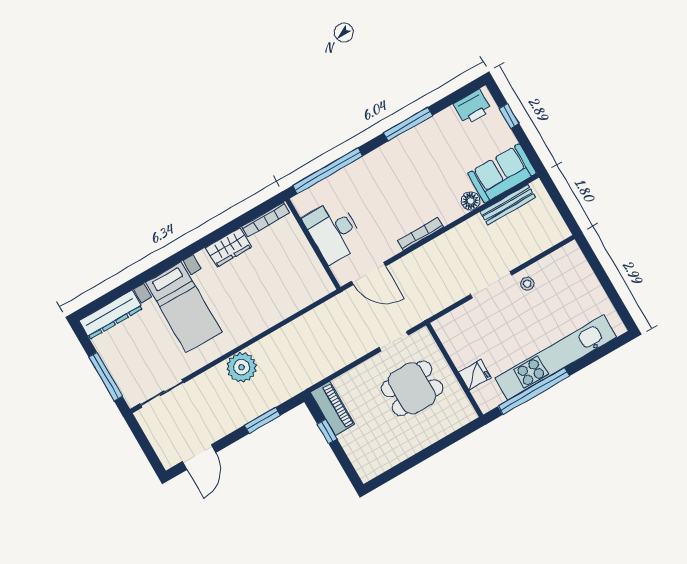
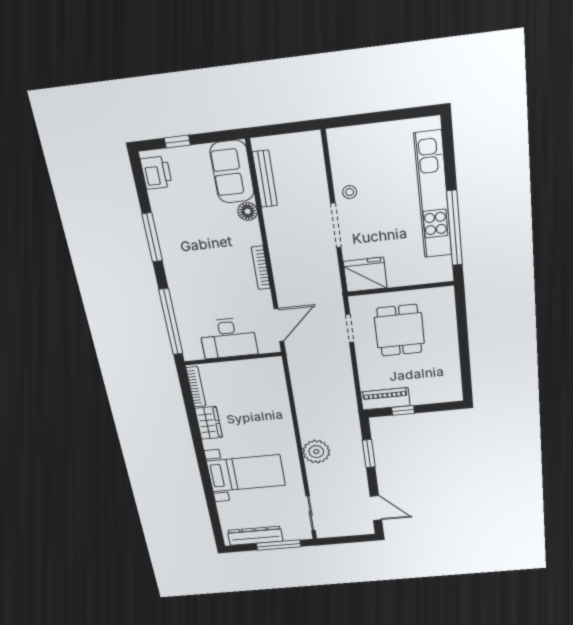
dresser: (111, 315) -> (255, 536), moved, turned -90
fridge: (475, 375) -> (365, 275), moved, width x1.88, depth x1.34

